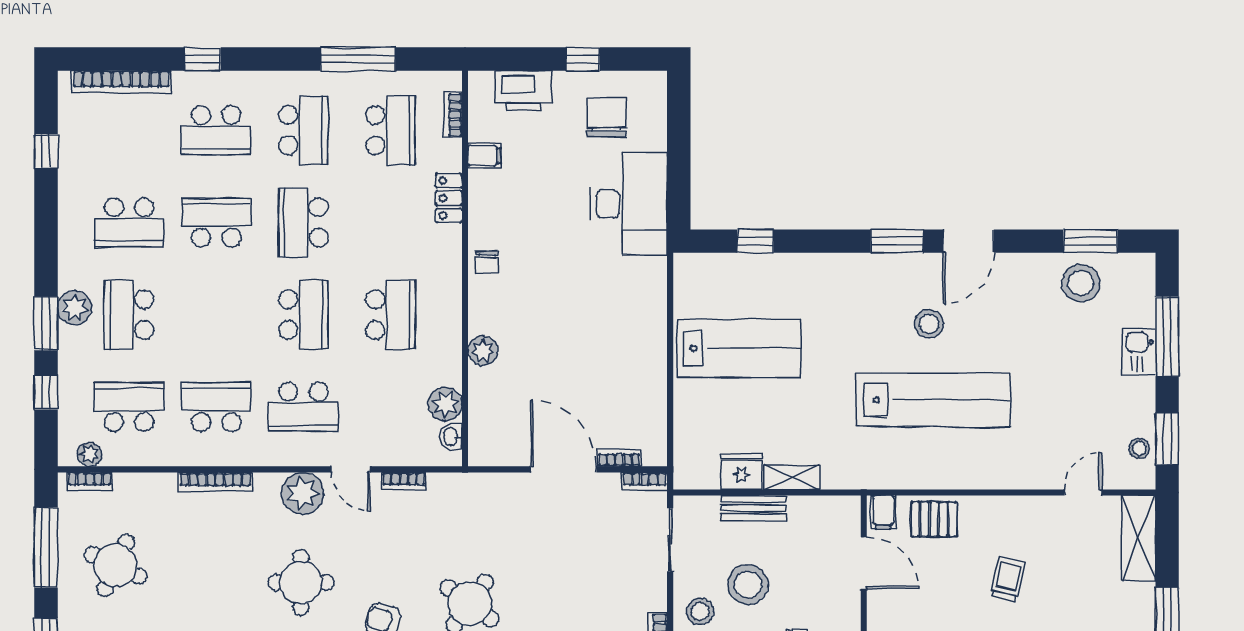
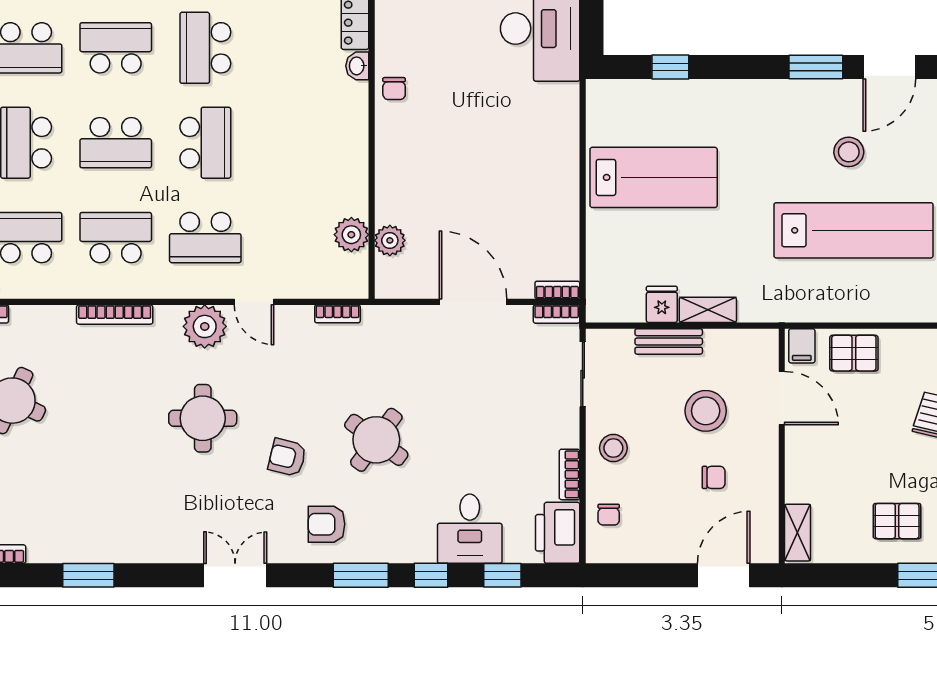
school desk: (391, 315) -> (116, 143), moved, turned 90
plant: (483, 351) -> (390, 240), moved
washbasin: (451, 437) -> (357, 66), moved
bookcase: (619, 458) -> (557, 290), moved
fridge: (741, 472) -> (662, 304), width x0.72
bookcase: (404, 481) -> (337, 314), moved
stool: (748, 585) -> (706, 411), moved

